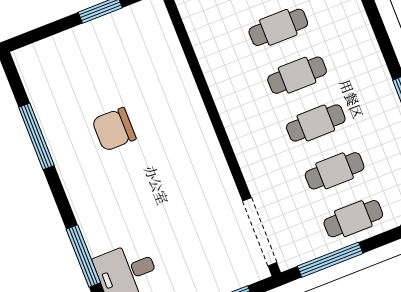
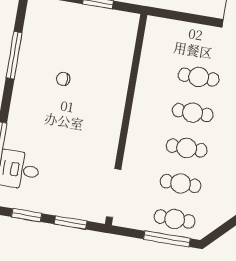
chair: (114, 129) -> (63, 79), width x0.54, depth x0.54
window: (330, 260) -> (167, 239), moved

